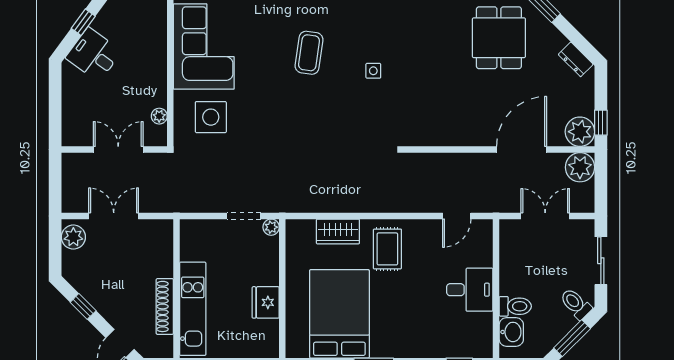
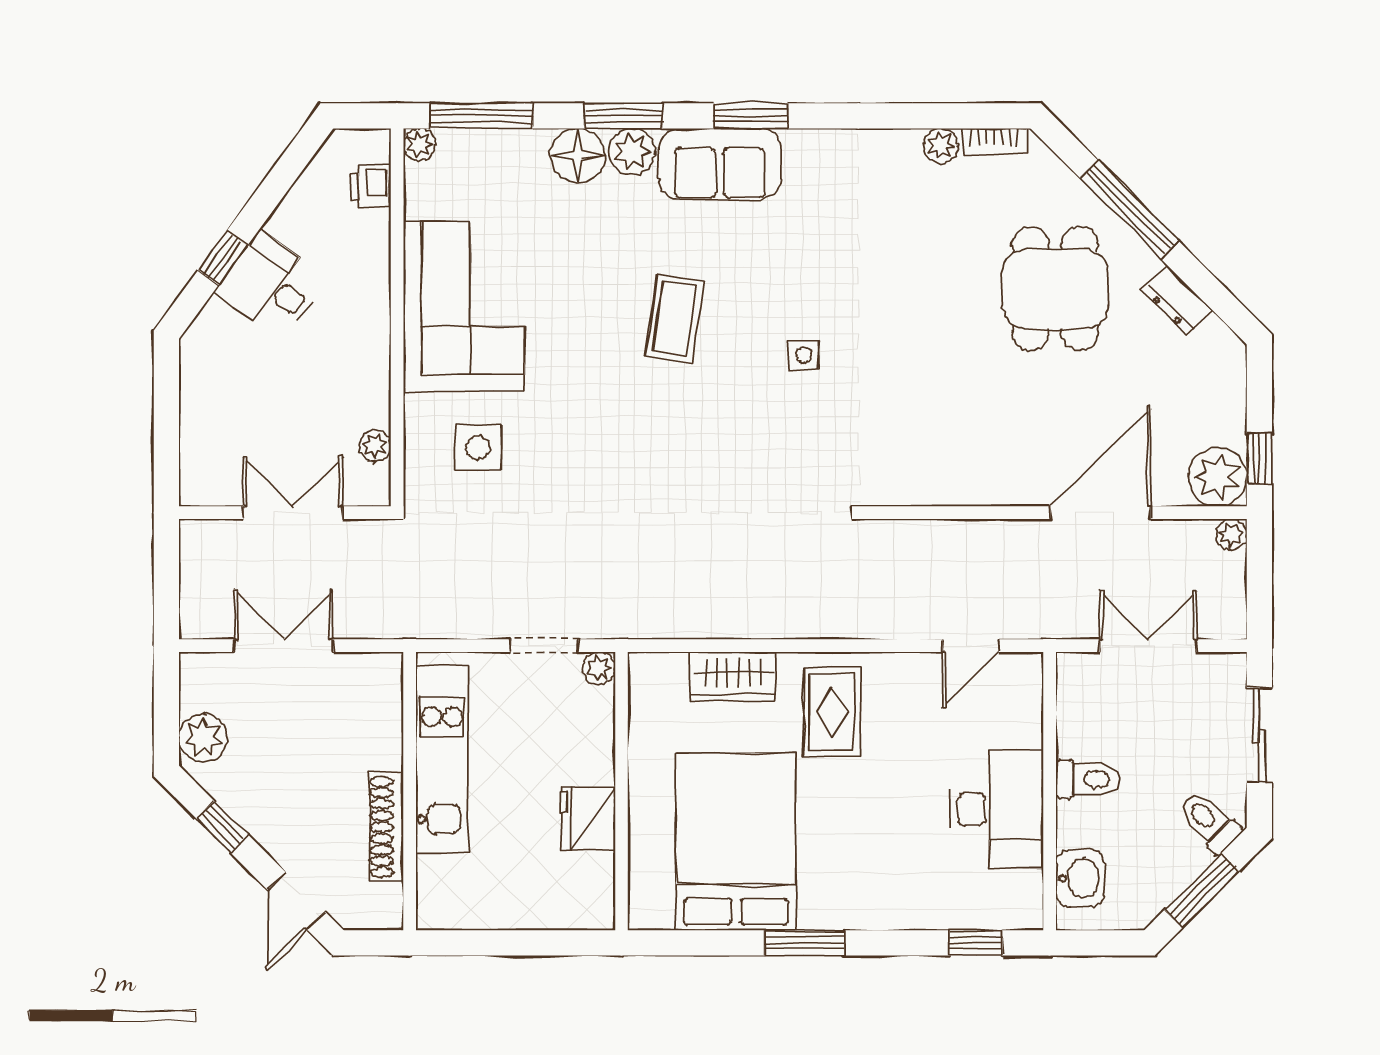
desk: (94, 55) -> (271, 285), moved
dresser: (576, 59) -> (1177, 300), moved
side table: (211, 117) -> (478, 448), width x0.73, depth x0.73
plant: (580, 167) -> (1231, 535), width x0.53, depth x0.53
plant: (73, 237) -> (203, 738), moved
desk: (470, 290) -> (997, 809), width x1.37
toilet: (515, 306) -> (1088, 779), moved
kitchen unit: (193, 309) -> (442, 760), moved

